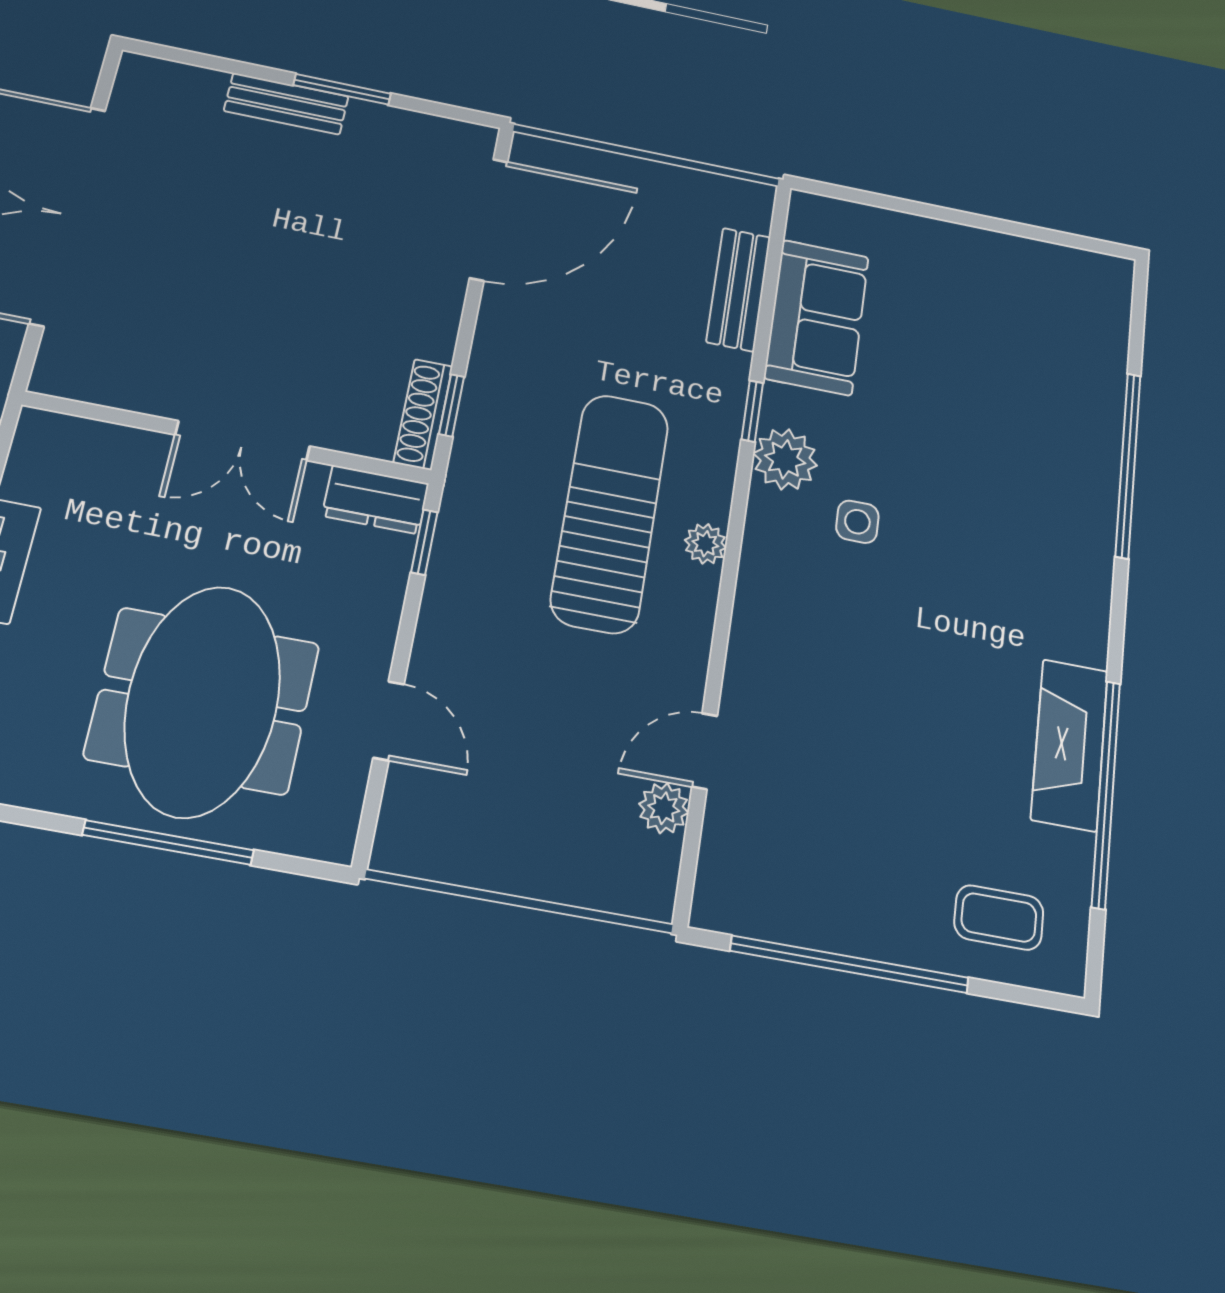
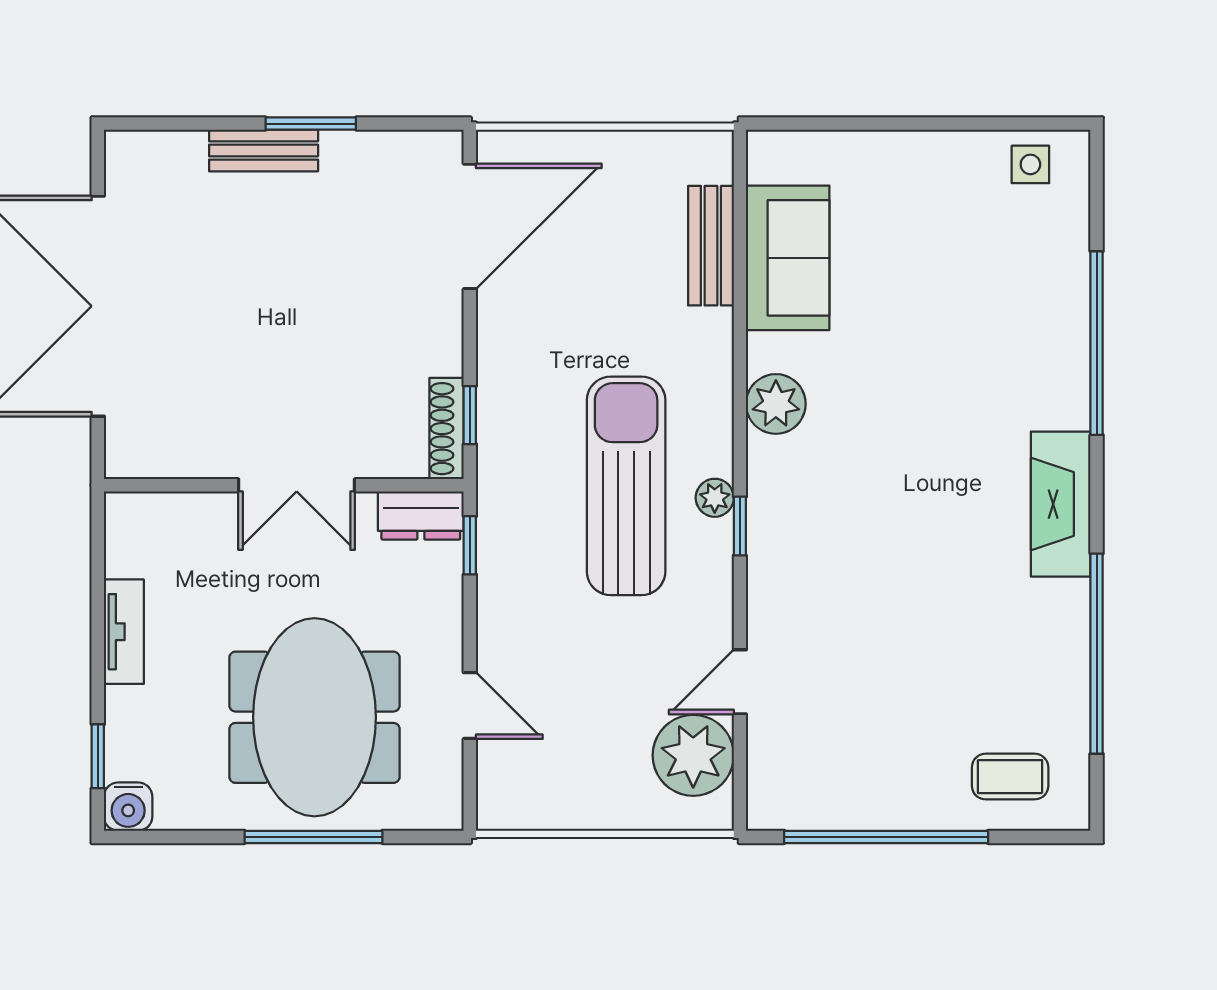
window: (752, 411) -> (740, 526), moved
side table: (857, 522) -> (1030, 164), moved
fireplace: (1070, 745) -> (1061, 504), moved
plant: (664, 808) -> (693, 755), width x1.88, depth x1.88

